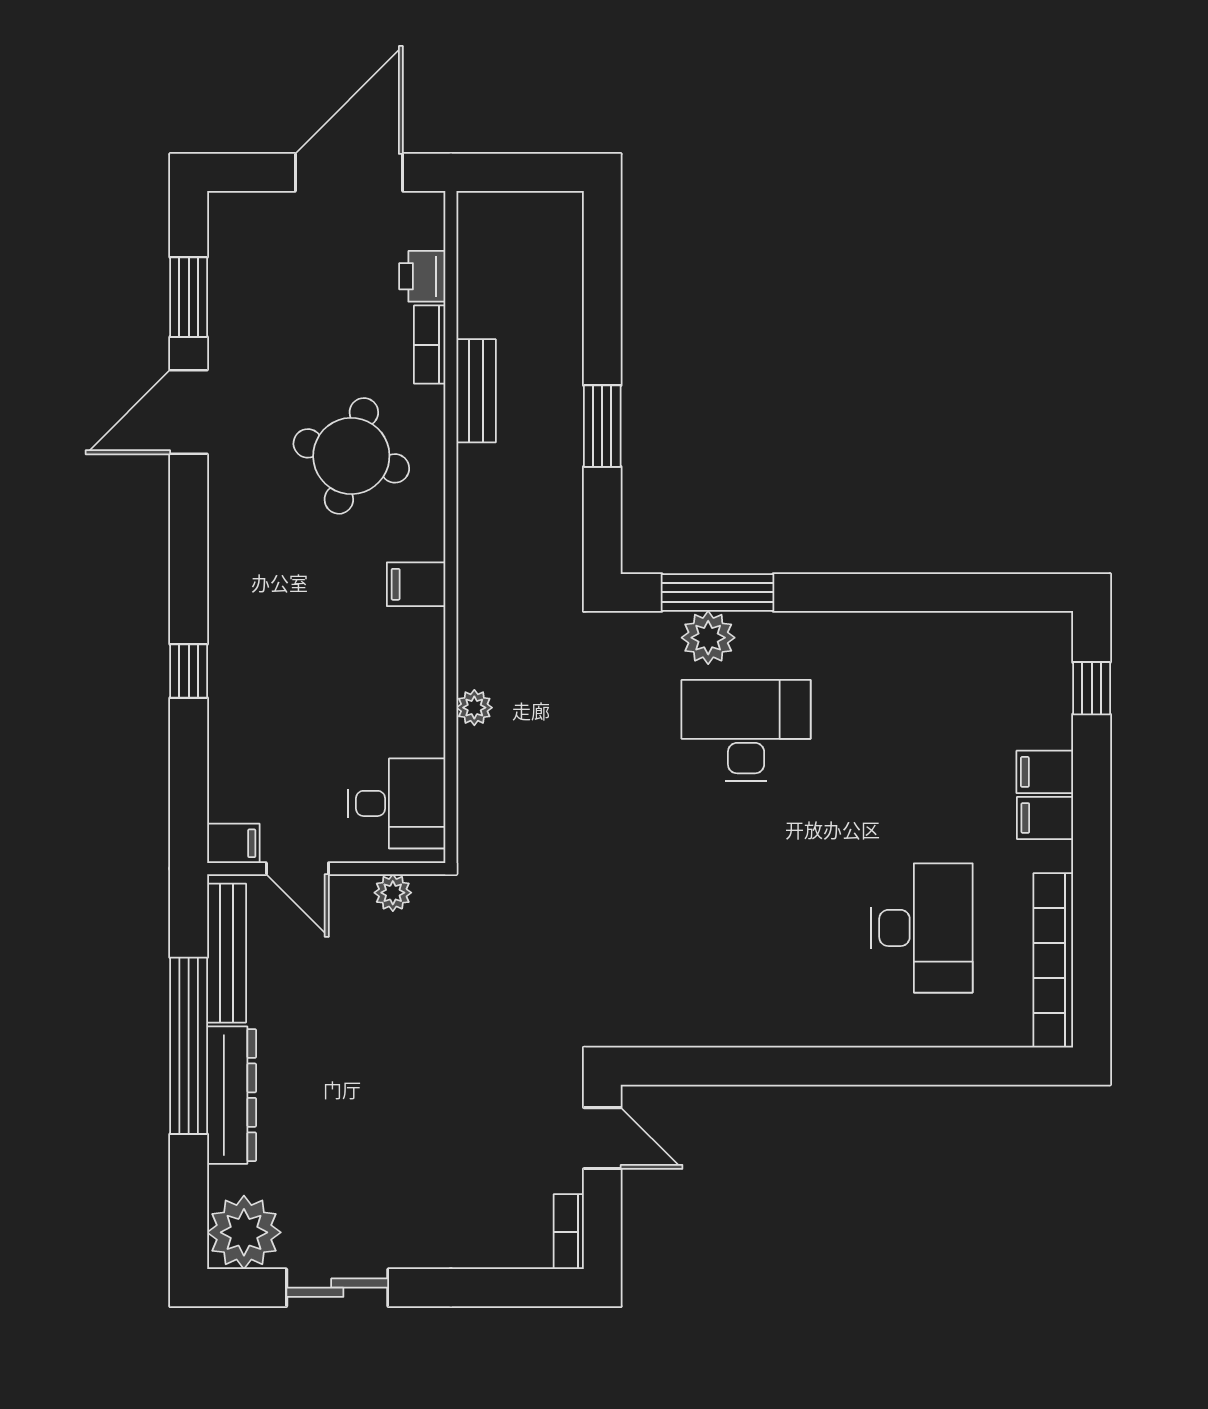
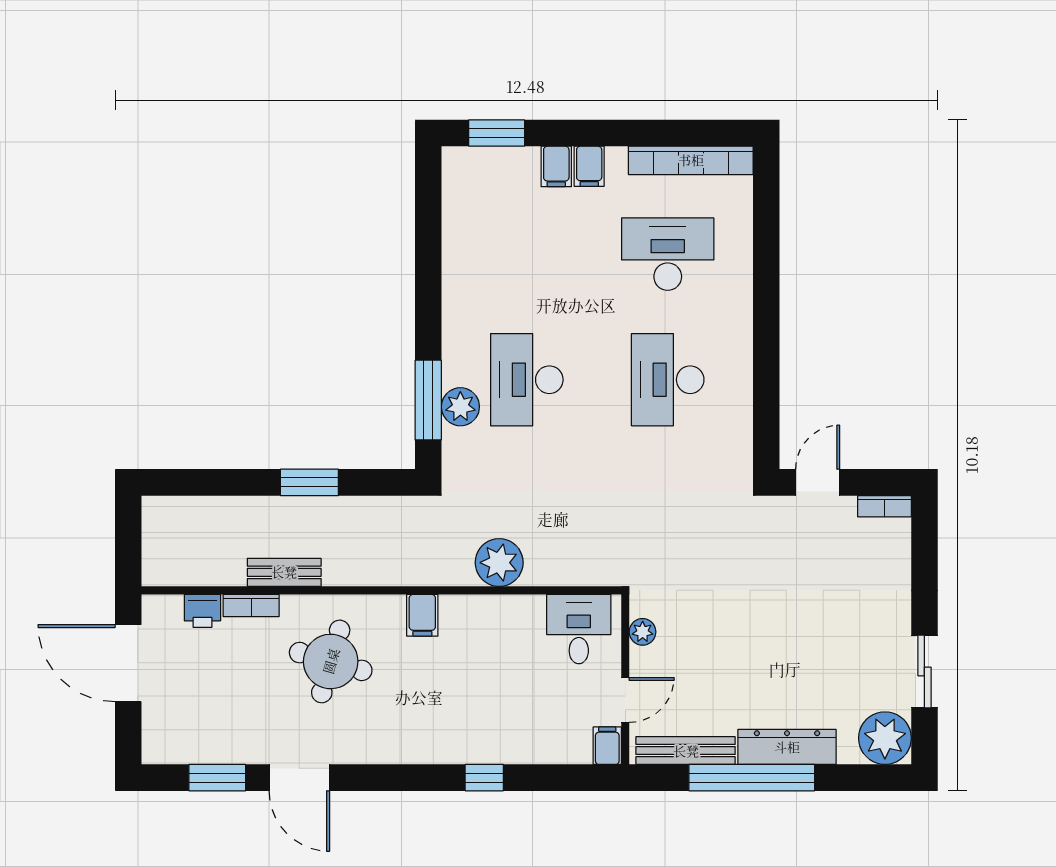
window: (1092, 688) -> (497, 133), width x1.50
plant: (474, 708) -> (499, 563), width x1.88, depth x1.88
desk: (746, 928) -> (668, 380), added

